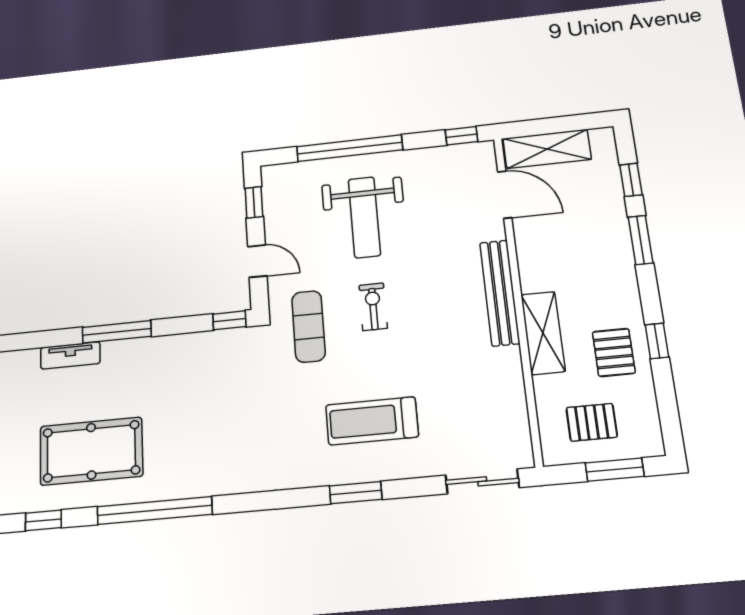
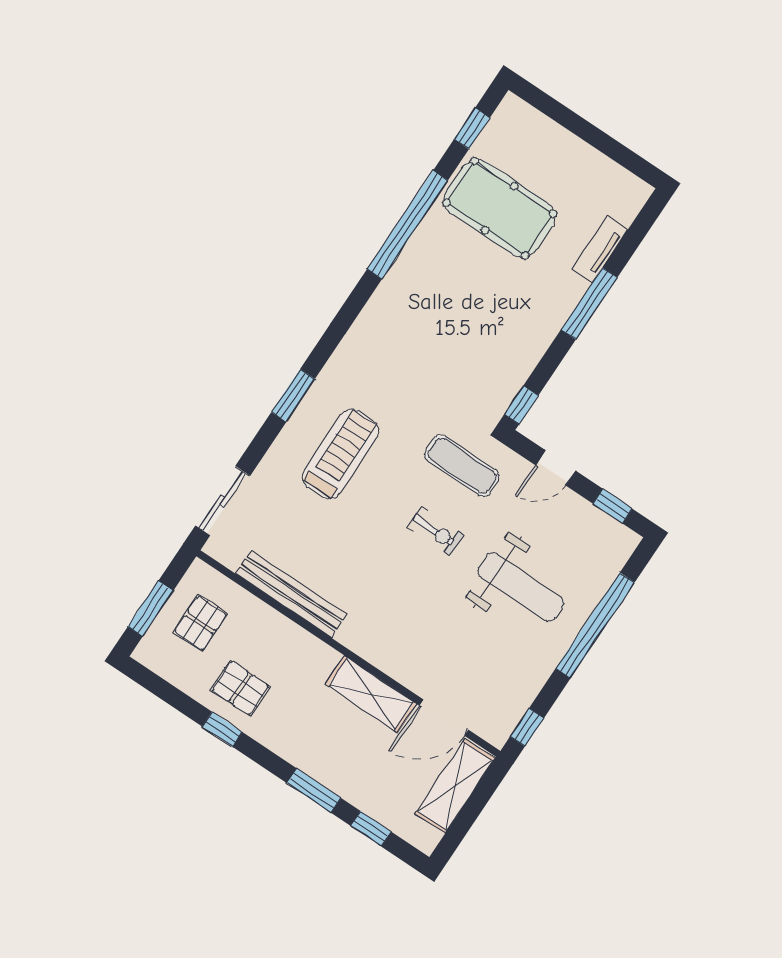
weight bench: (364, 217) -> (521, 587), turned 180
bench: (500, 293) -> (291, 594), moved
shelving: (543, 333) -> (371, 694), moved
pool table: (91, 451) -> (500, 208), turned 90

